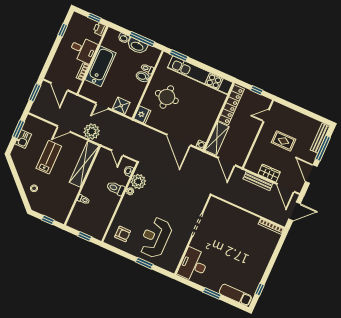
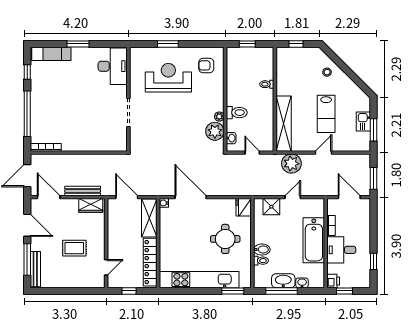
wardrobe: (269, 173) -> (91, 205), moved
reception desk: (155, 238) -> (168, 78), turned -90
window: (274, 258) -> (27, 114), added

